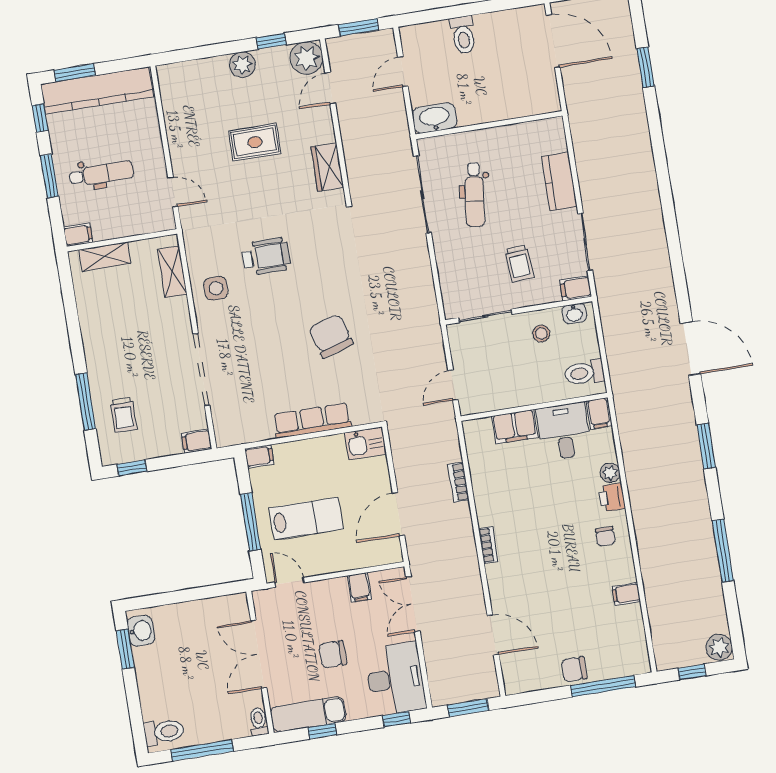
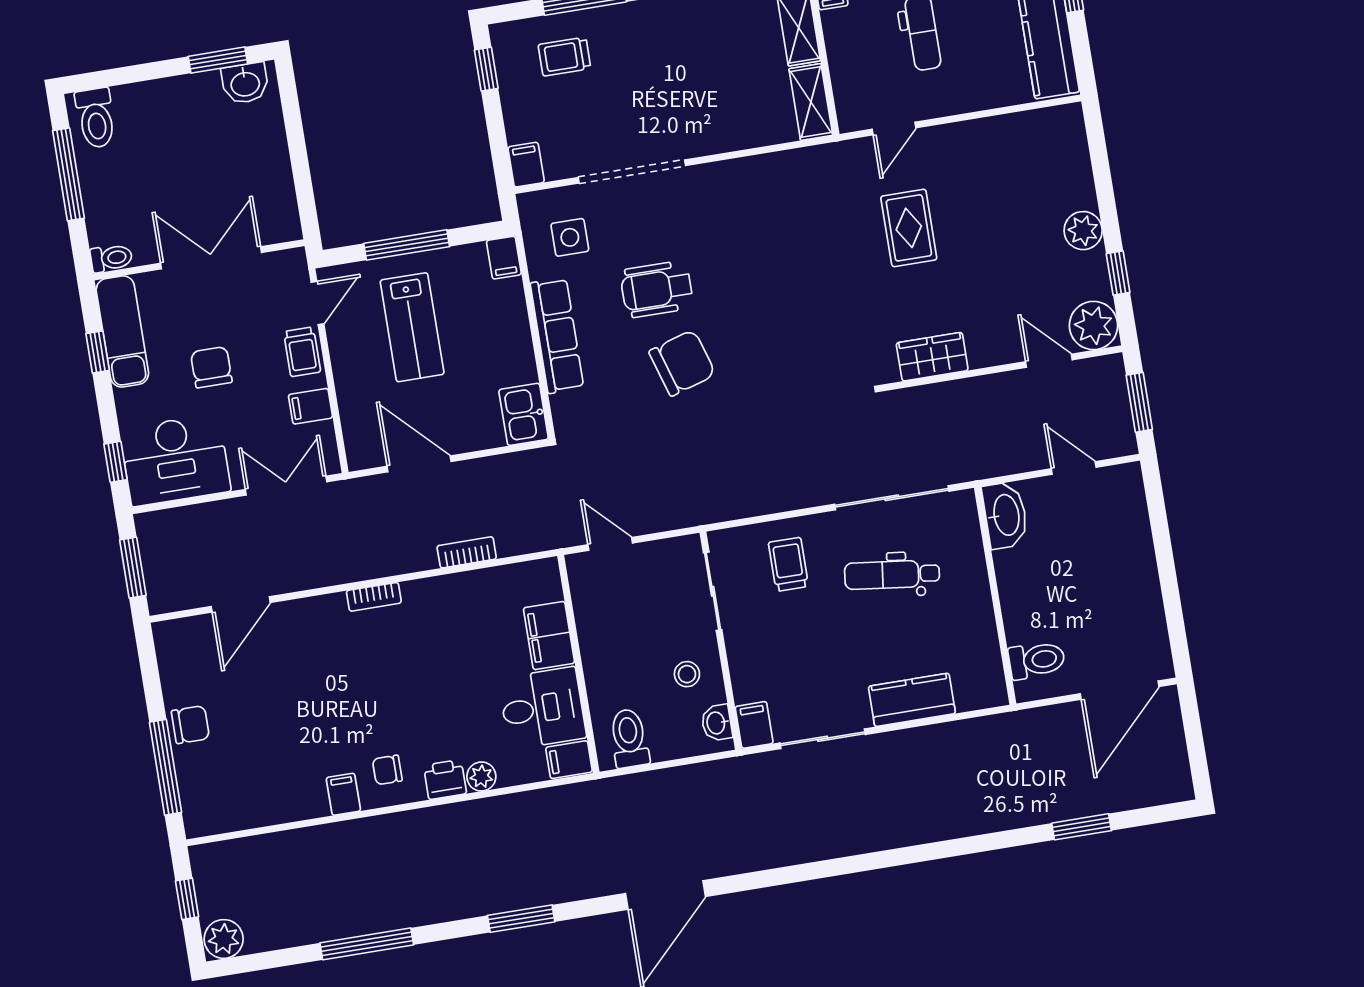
toilet: (463, 35) -> (1037, 660), moved, turned 180
rug: (255, 142) -> (909, 228), moved
wheelchair: (266, 257) -> (657, 289), moved, turned 90
trolley: (519, 263) -> (788, 564), moved, turned 94
shelving: (172, 272) -> (811, 102), moved, turned 90
side table: (216, 288) -> (570, 237), moved
trolley: (323, 593) -> (302, 352), added
filing cabinet: (626, 594) -> (343, 794), moved
chair: (574, 669) -> (190, 725), turned 90

